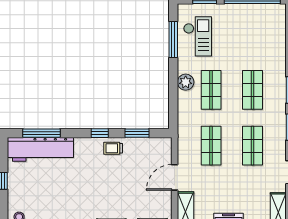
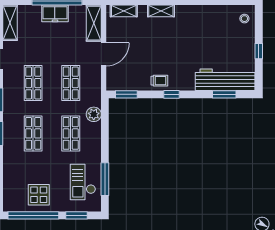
display table: (246, 22) -> (39, 195), added
plant: (186, 82) -> (94, 114), moved
window: (41, 133) -> (224, 94), width x0.69
window: (137, 133) -> (126, 94), moved

